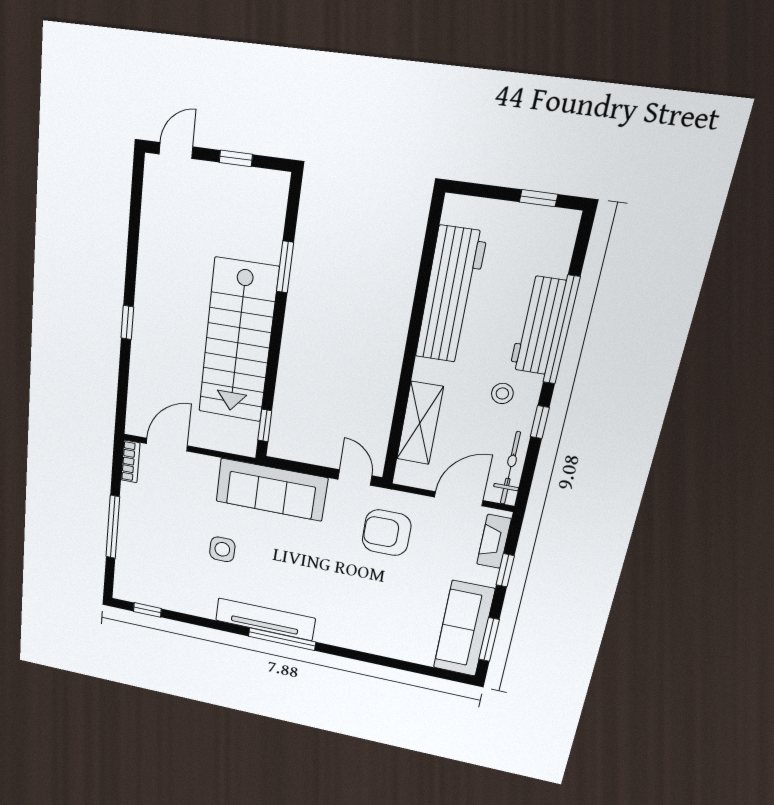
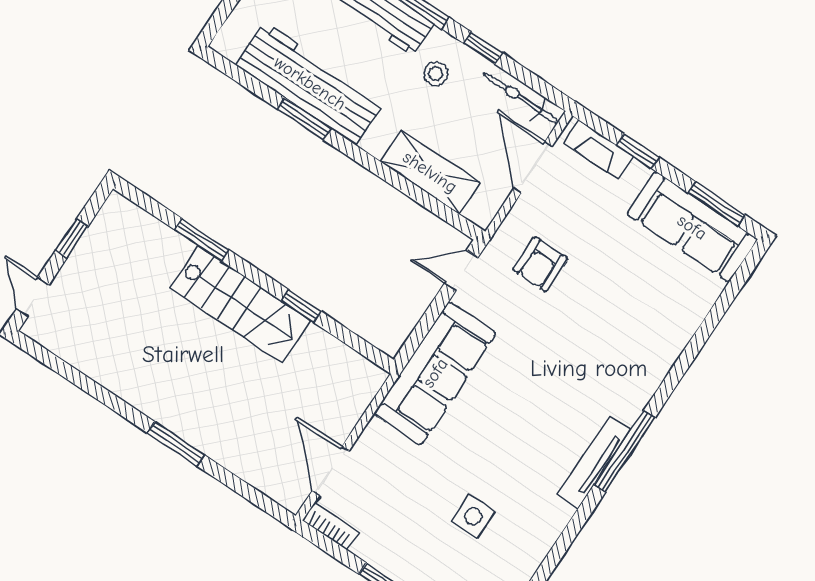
window: (419, 304) -> (304, 119), added
window: (127, 322) -> (176, 444), width x1.50
stairs: (238, 341) -> (240, 304), width x0.73, depth x0.66
window: (265, 425) -> (301, 306), moved
armchair: (387, 533) -> (540, 264), width x0.72, depth x0.72
side table: (222, 549) -> (473, 516), moved
tv unit: (265, 619) -> (594, 462), width x0.73, depth x0.78

